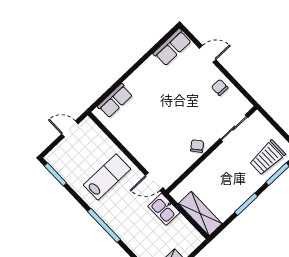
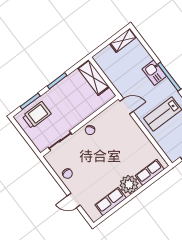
row of seats: (172, 47) -> (111, 201), moved
plant: (140, 82) -> (129, 184), added
kitchen sink: (164, 209) -> (154, 73), moved, turned 180

